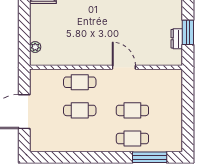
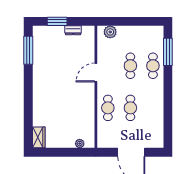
window: (188, 32) -> (57, 21), moved
plant: (175, 85) -> (110, 32), added

